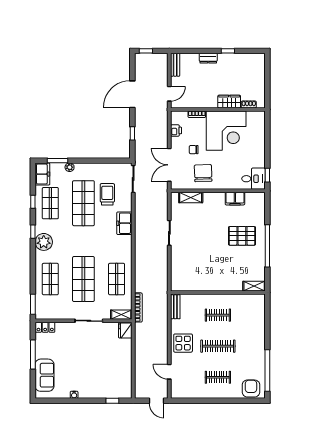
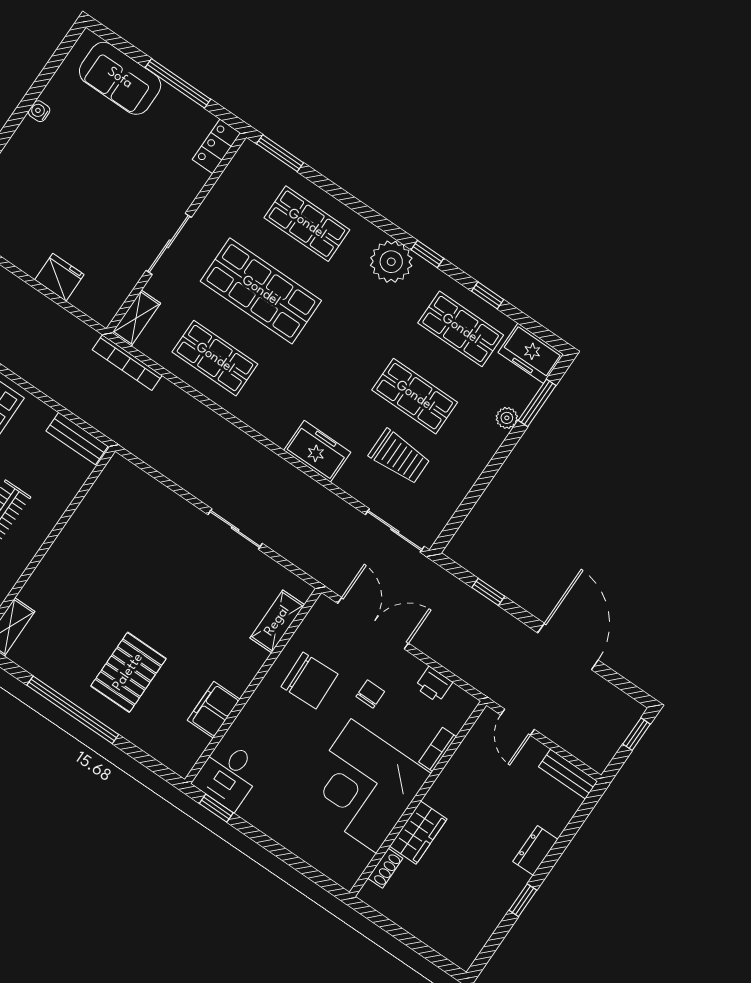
shop shelf: (83, 203) -> (415, 396), width x0.70, depth x0.74
fridge: (125, 330) -> (59, 277), moved

